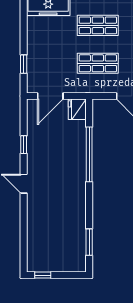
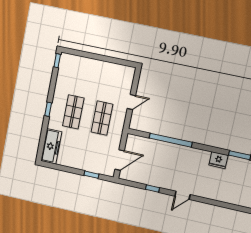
door: (50, 96) -> (120, 160), hinge flipped
fridge: (77, 109) -> (218, 160), moved

